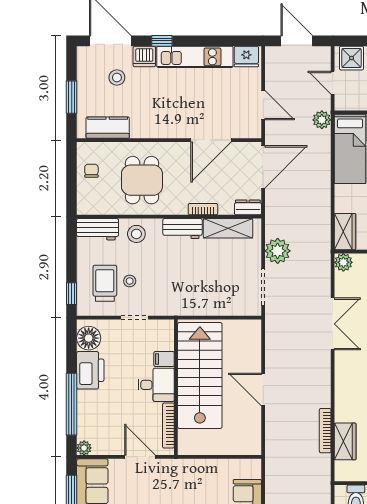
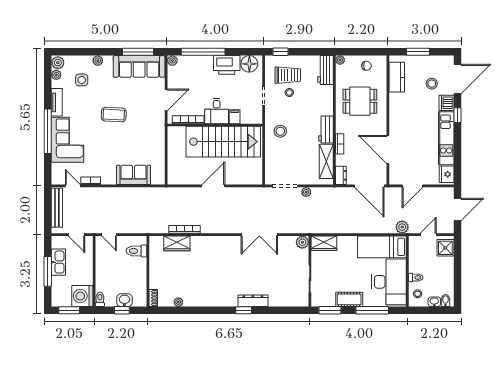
plant: (83, 208) -> (340, 60), added
stool: (136, 234) -> (280, 131), moved
plant: (278, 251) -> (306, 192), width x0.53, depth x0.53

